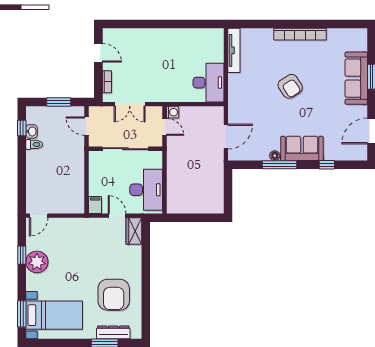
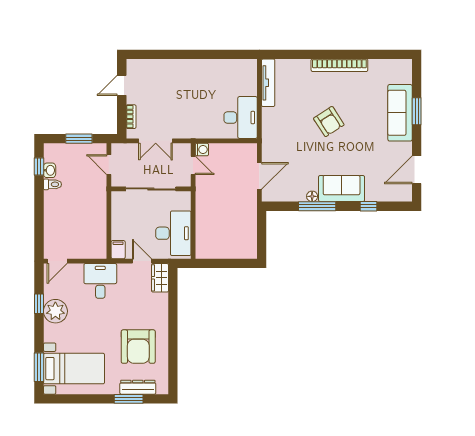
door: (98, 53) -> (122, 85), swing flipped
desk: (79, 234) -> (100, 281), added

